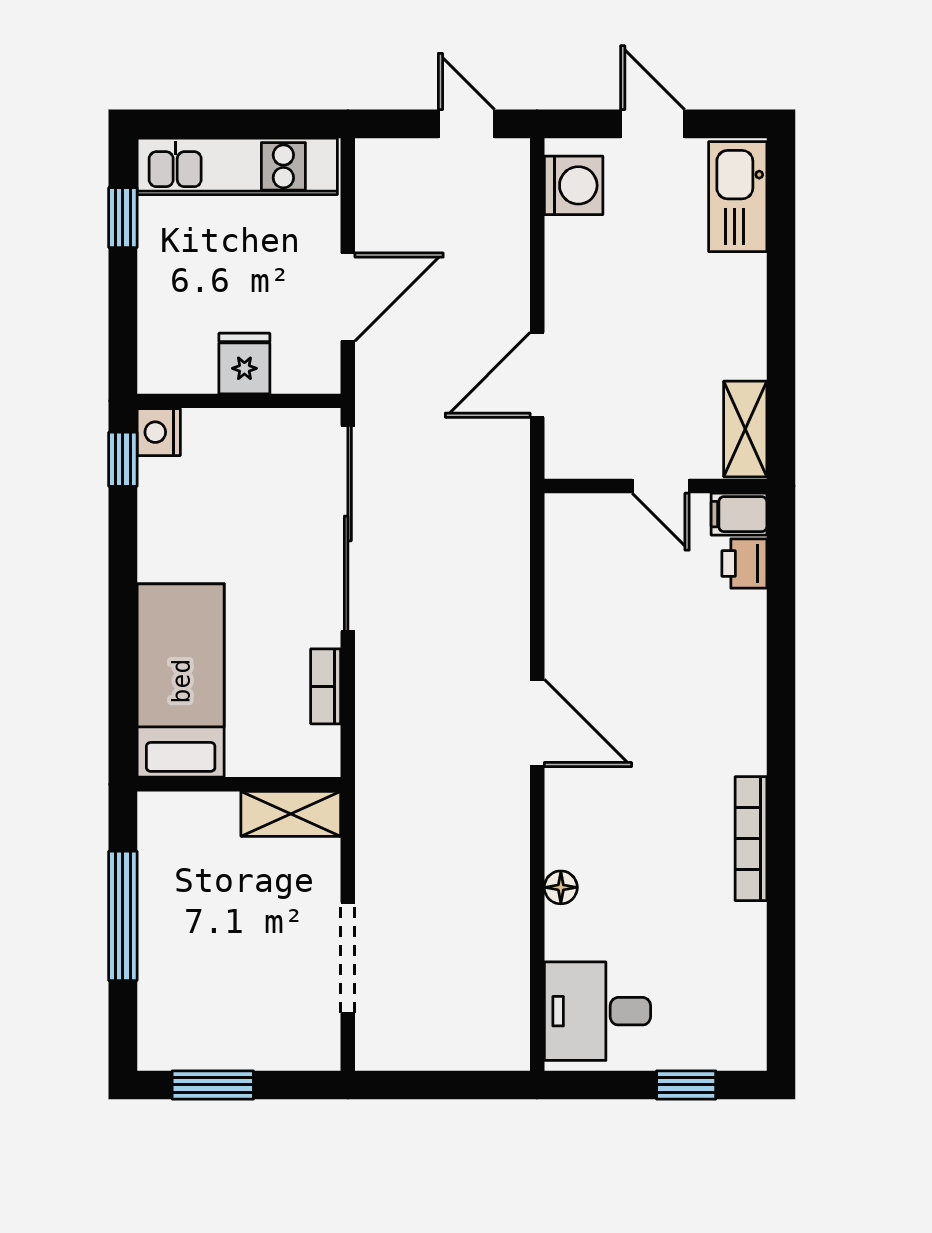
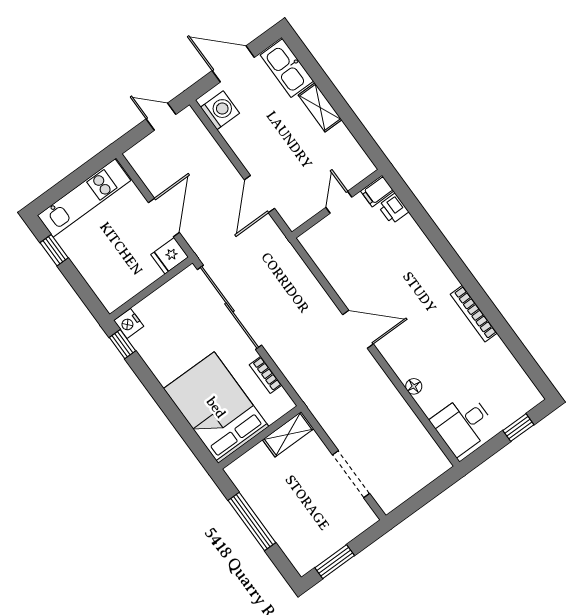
door: (653, 124) -> (233, 64), width x1.38
fridge: (244, 363) -> (170, 256), moved, turned -90
shelving: (745, 429) -> (320, 107), moved
door: (661, 486) -> (339, 202), swing flipped
bed: (181, 681) -> (216, 408), width x1.50

